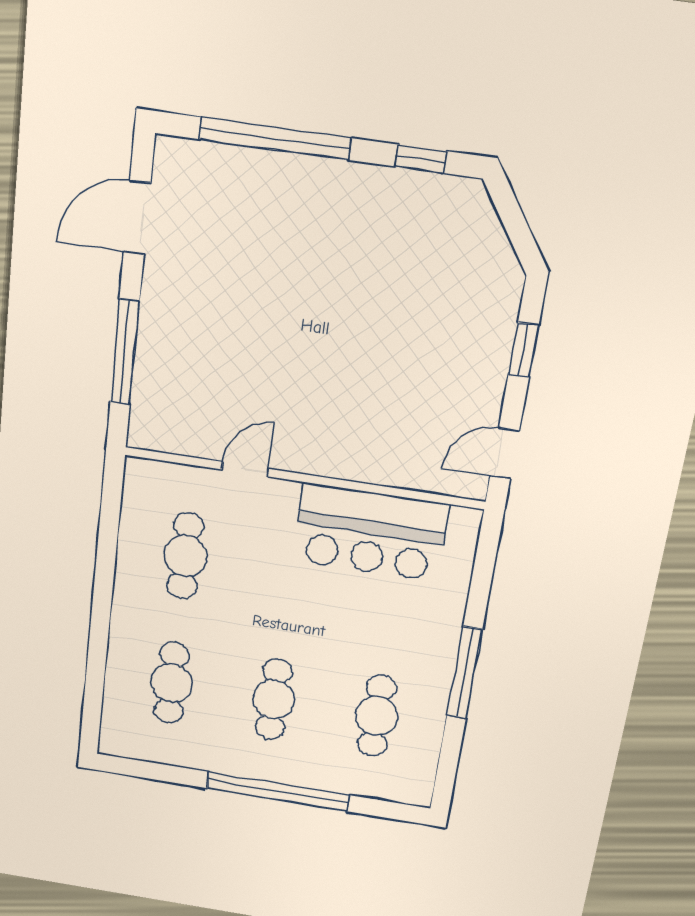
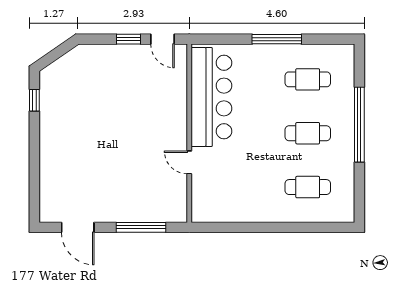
window: (275, 139) -> (34, 167), removed
window: (523, 350) -> (129, 39), moved
bar counter: (370, 532) -> (211, 97), width x1.36
cafe table: (185, 556) -> (238, 187), removed

